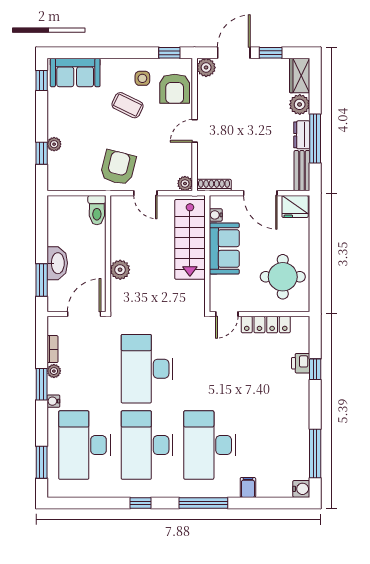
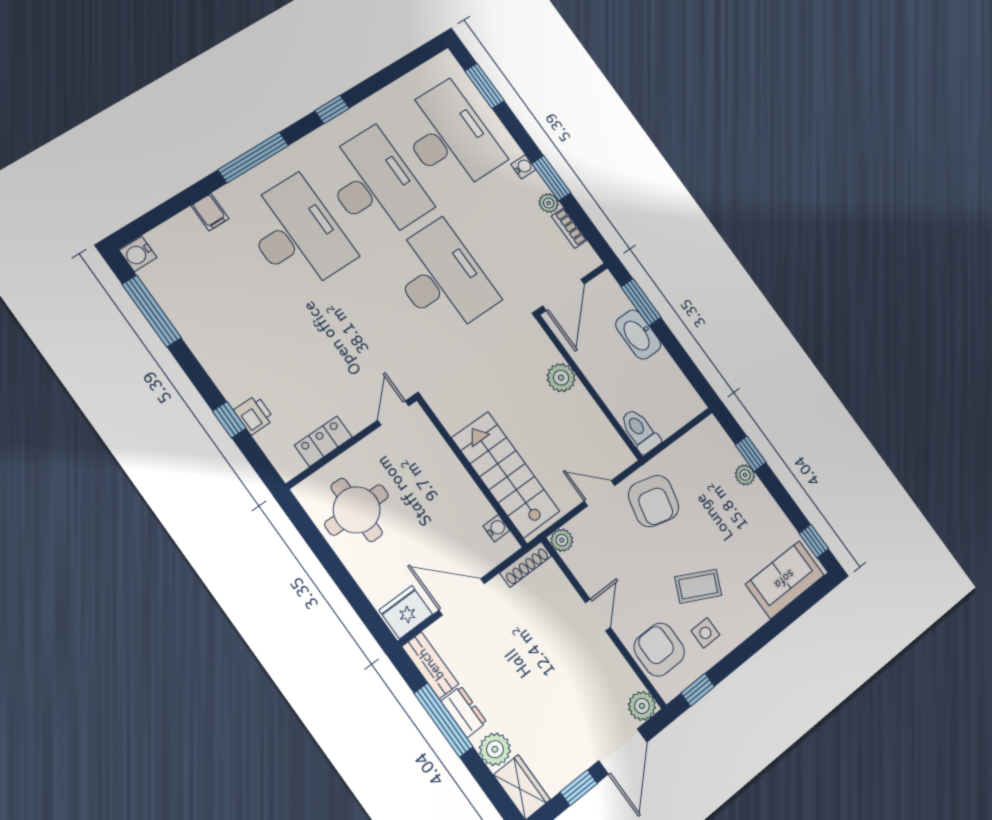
sofa: (224, 248) -> (456, 493), removed
locker: (266, 325) -> (323, 441), width x0.66

